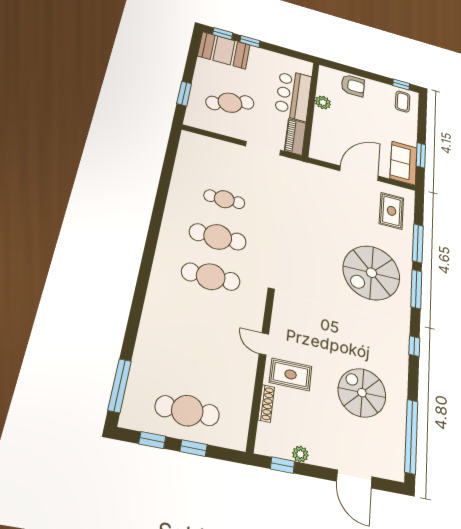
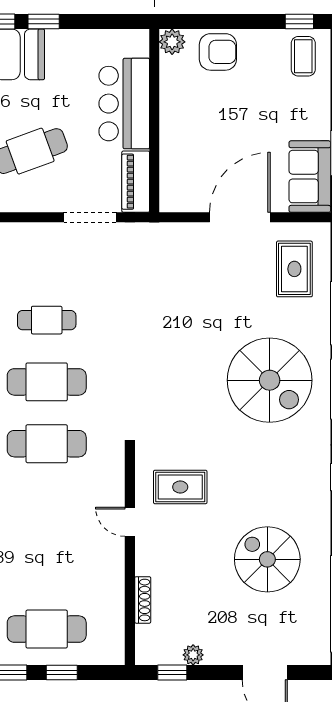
plant: (323, 102) -> (172, 42), moved
spiral stairs: (371, 273) -> (270, 380), turned -90
rug: (291, 374) -> (180, 487), moved

